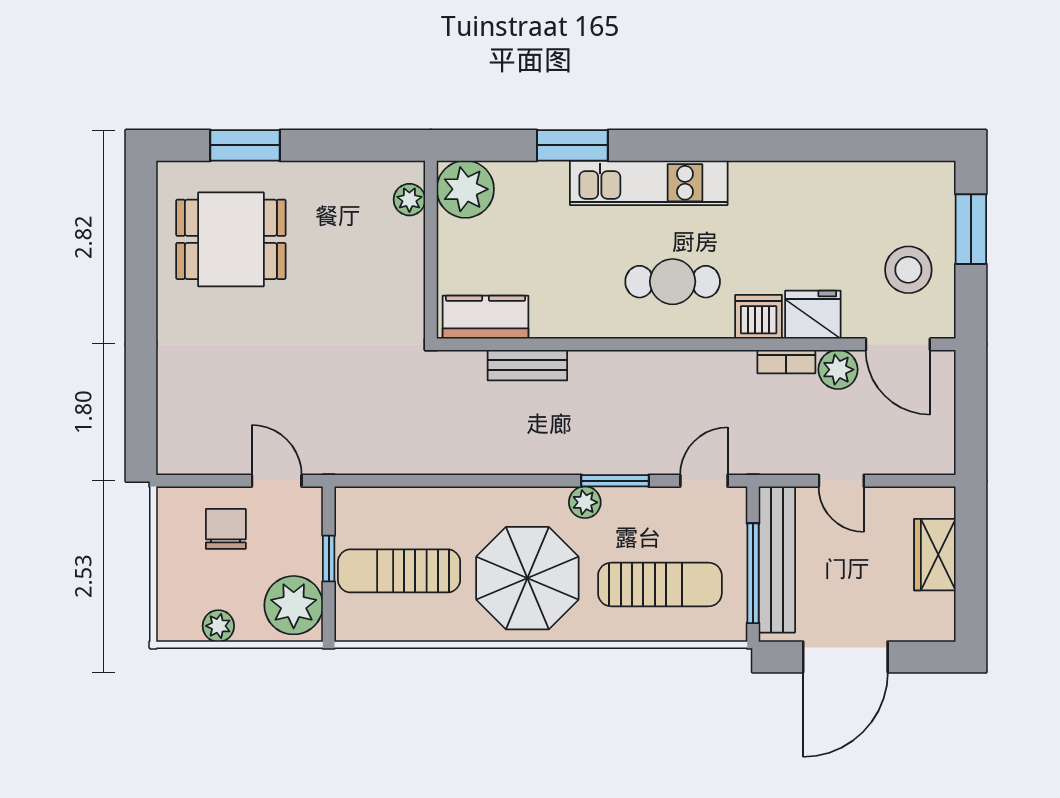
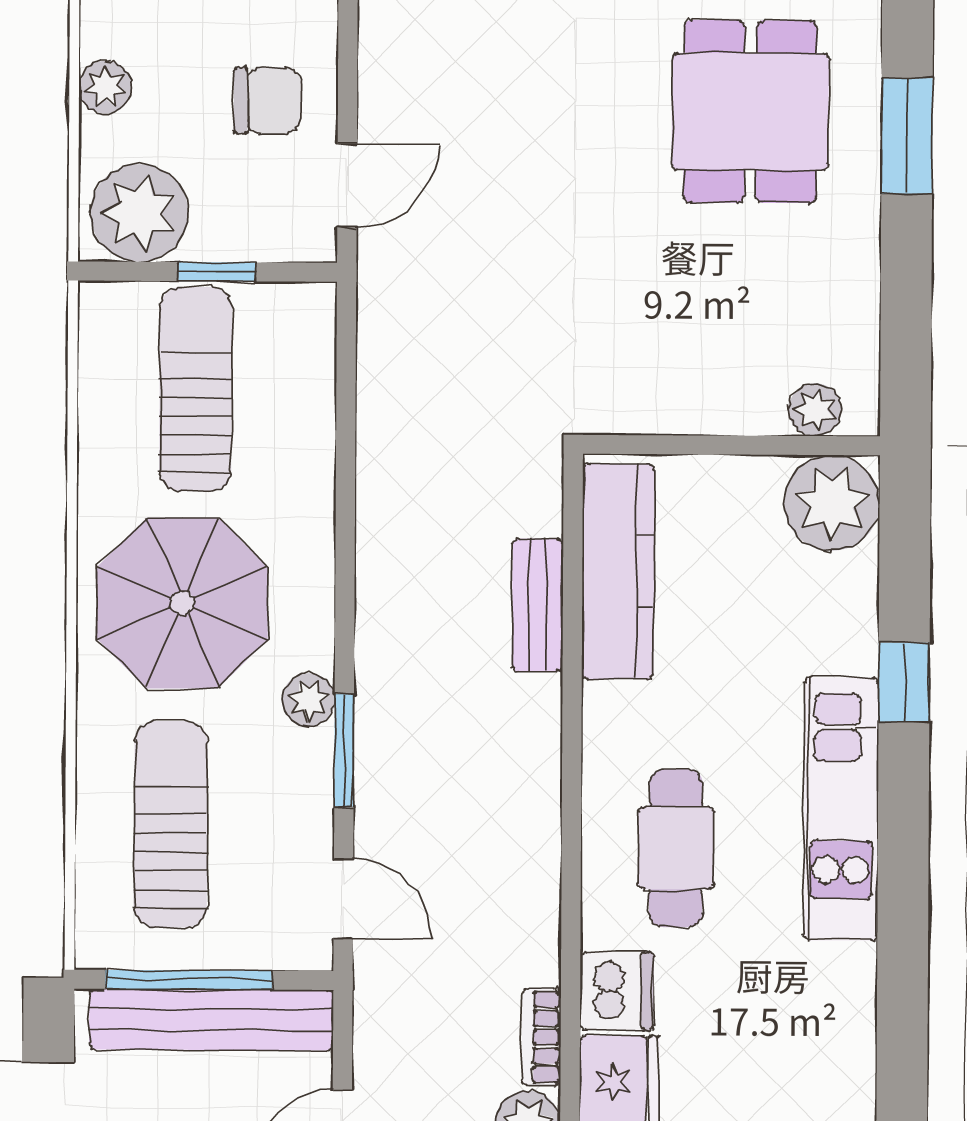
window: (572, 145) -> (904, 682), width x0.67
kitchen counter: (485, 317) -> (618, 571), width x1.50
sun lounger: (660, 584) -> (171, 824), turned 180

